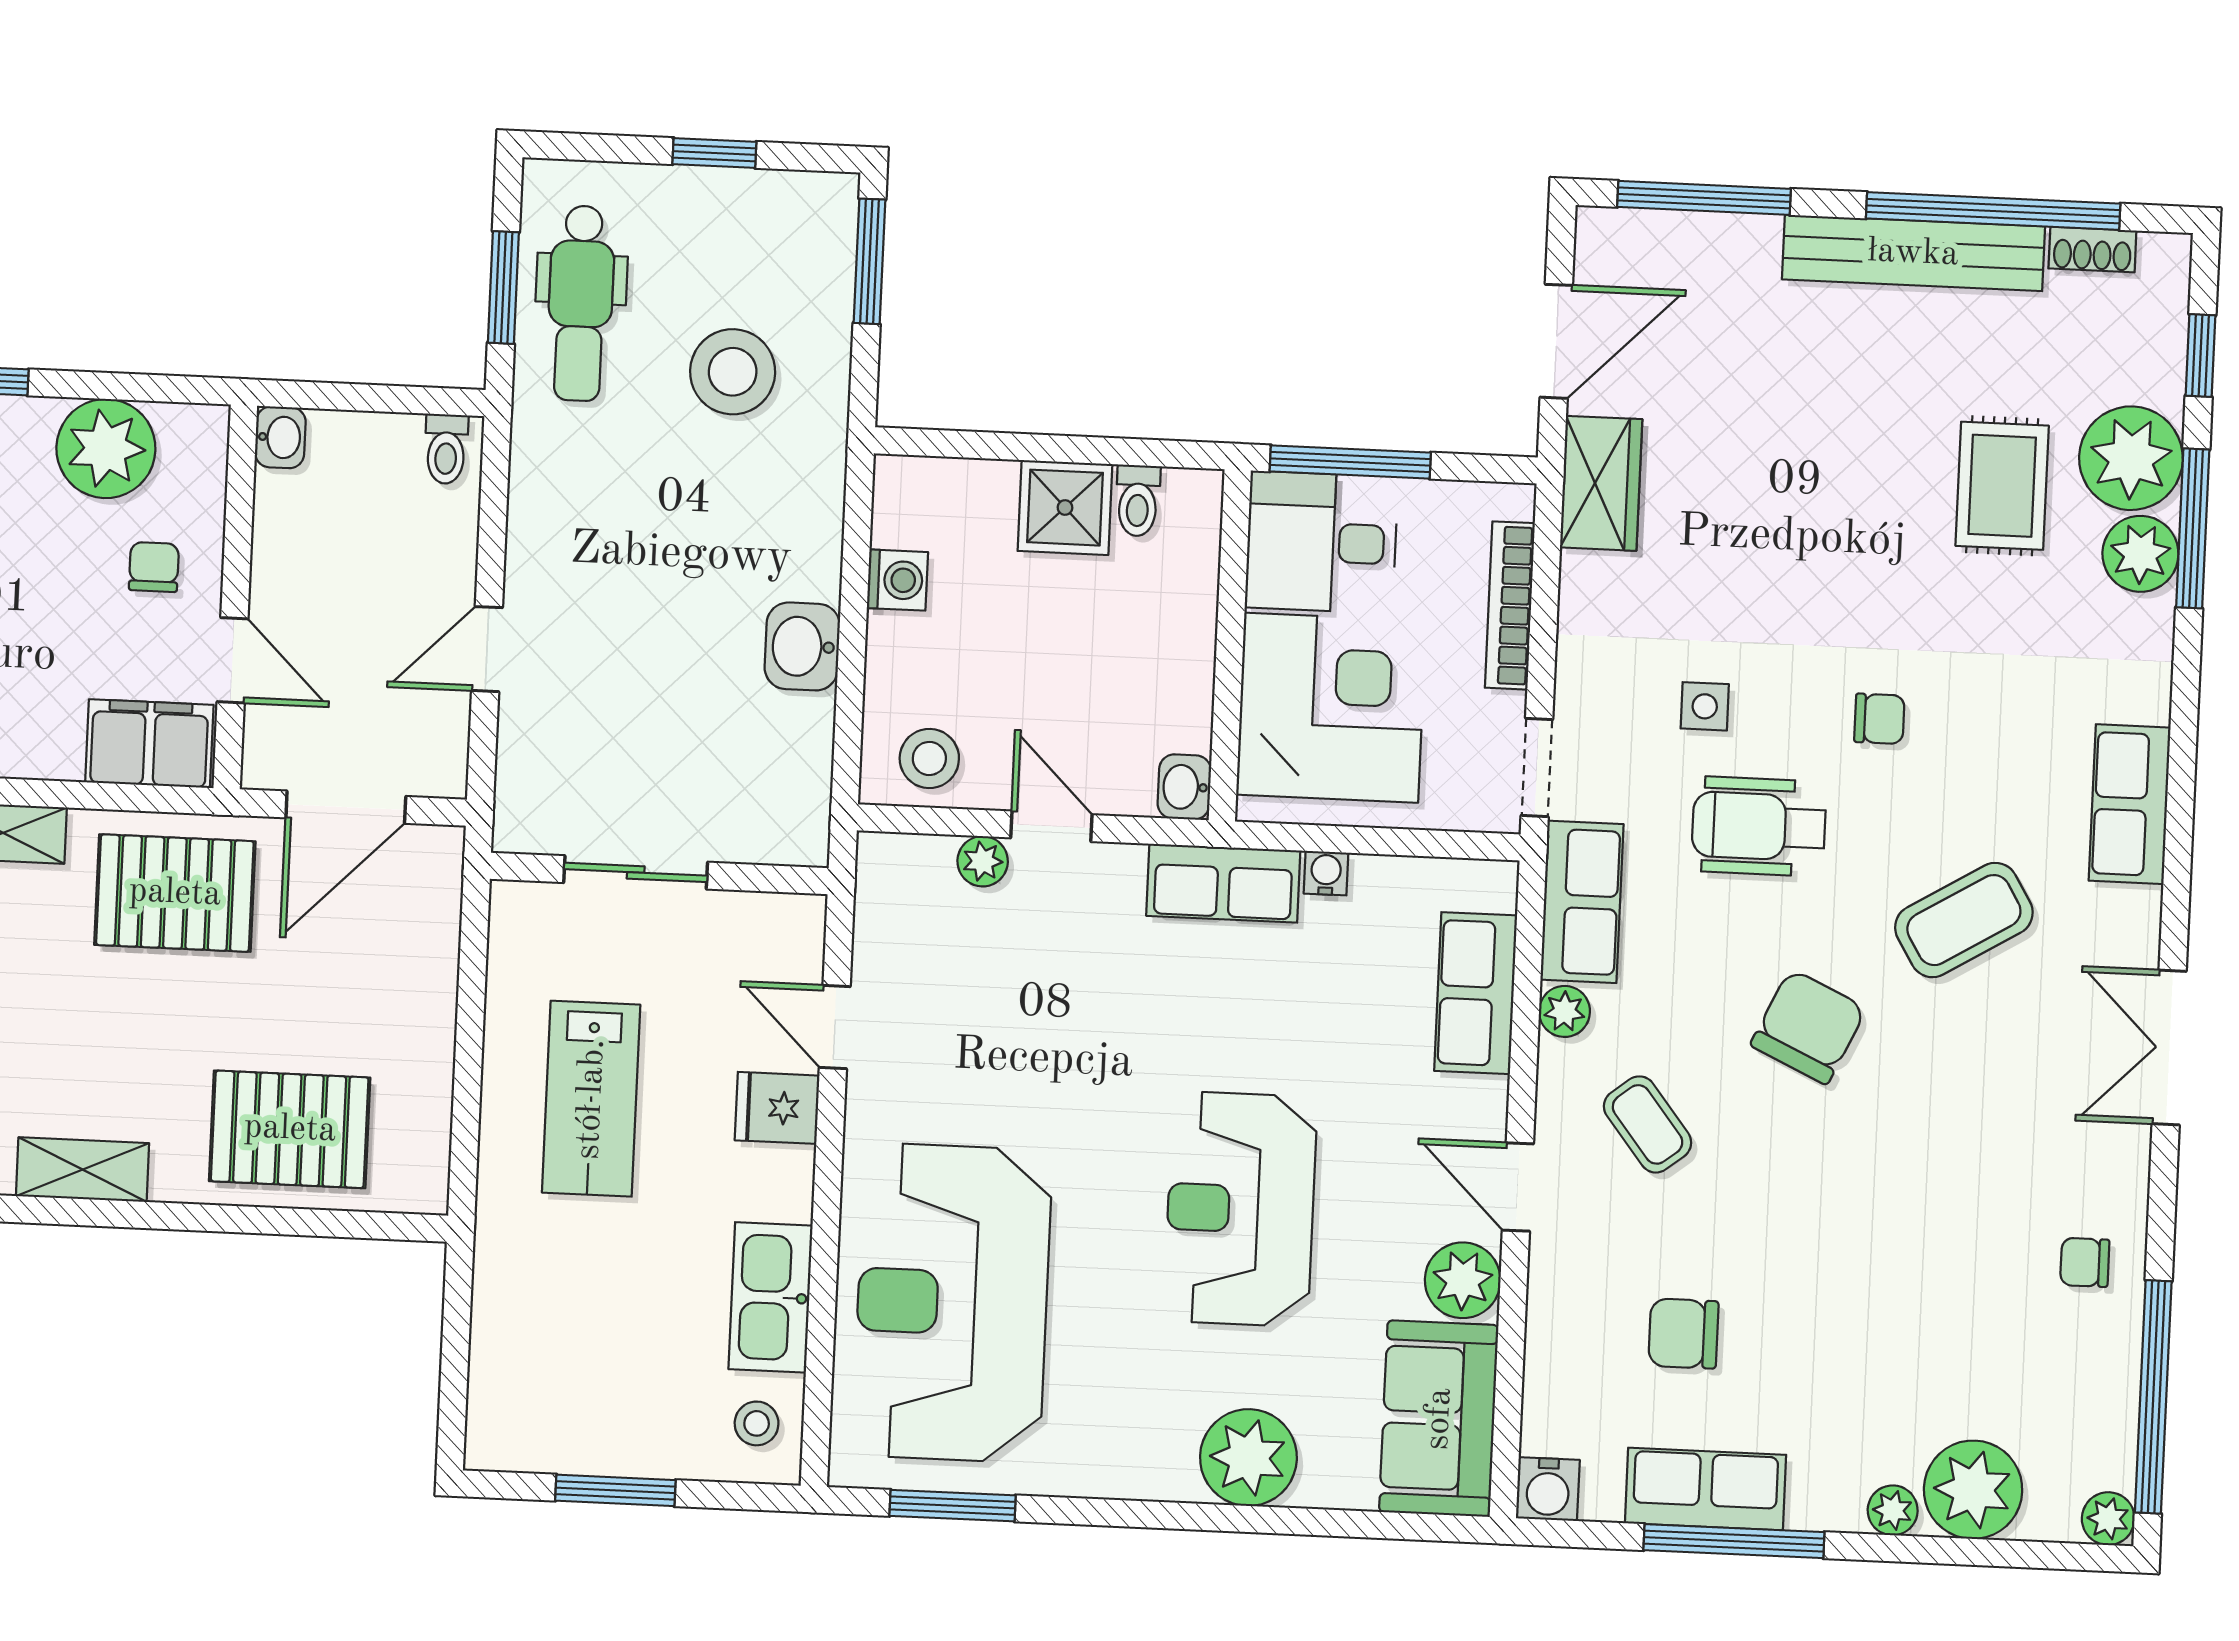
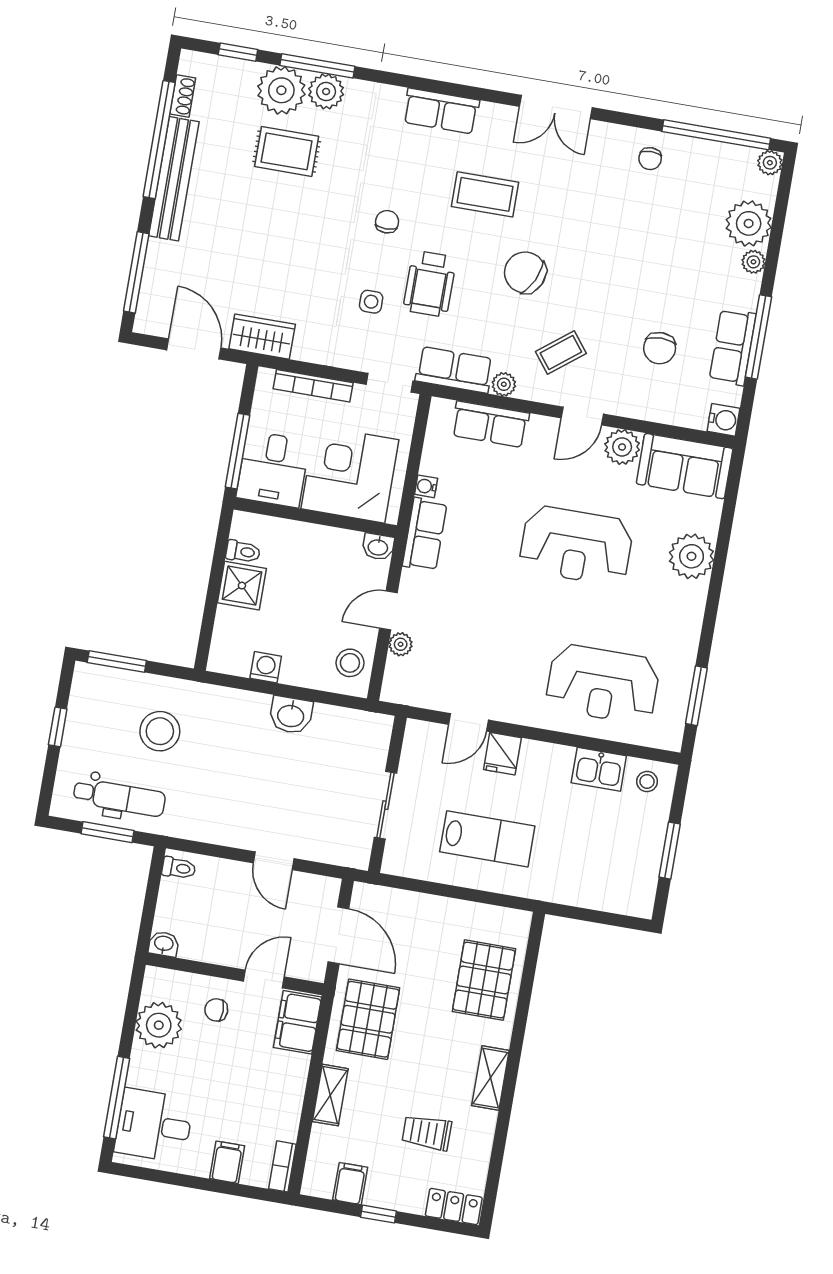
coffee table: (1964, 920) -> (485, 194), turned -59
kitchen sink: (771, 1297) -> (599, 769), width x0.73
reception desk: (952, 1303) -> (603, 684), width x0.74, depth x0.77

